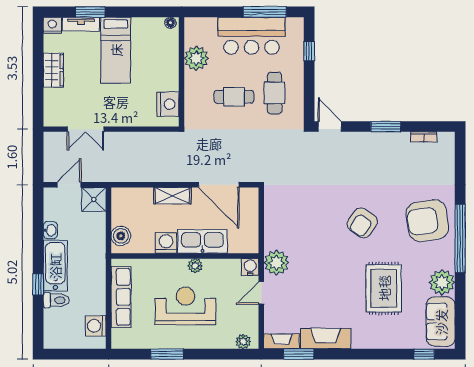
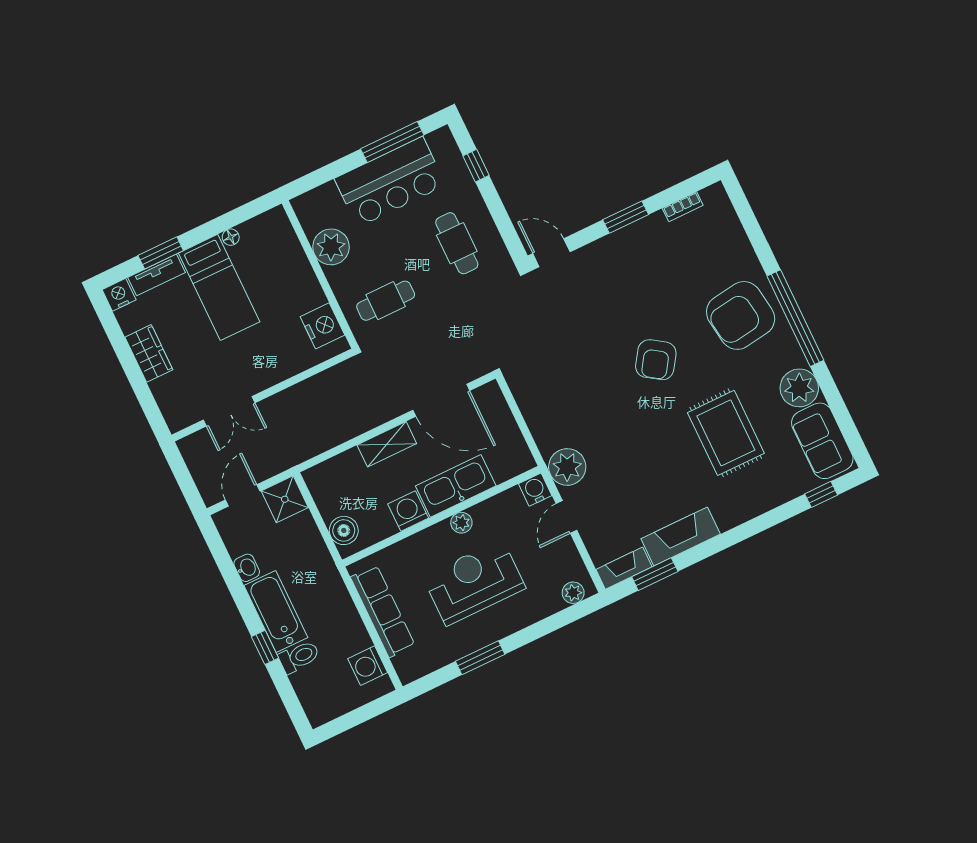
floor lamp: (170, 23) -> (231, 237), moved
cafe table: (234, 97) -> (386, 301), moved

